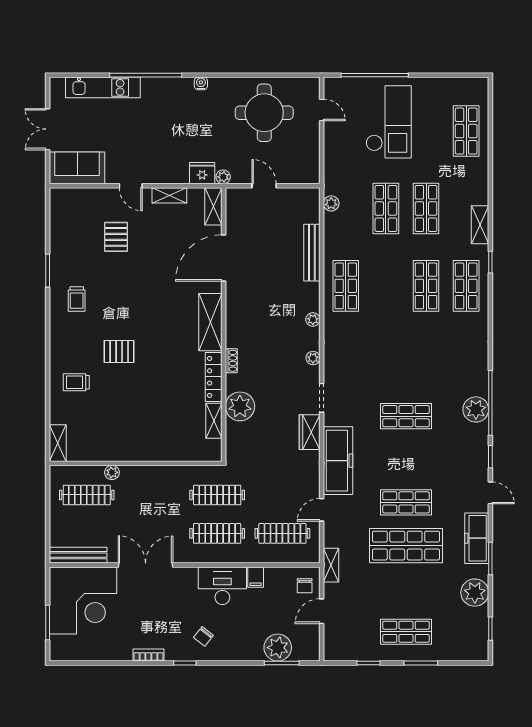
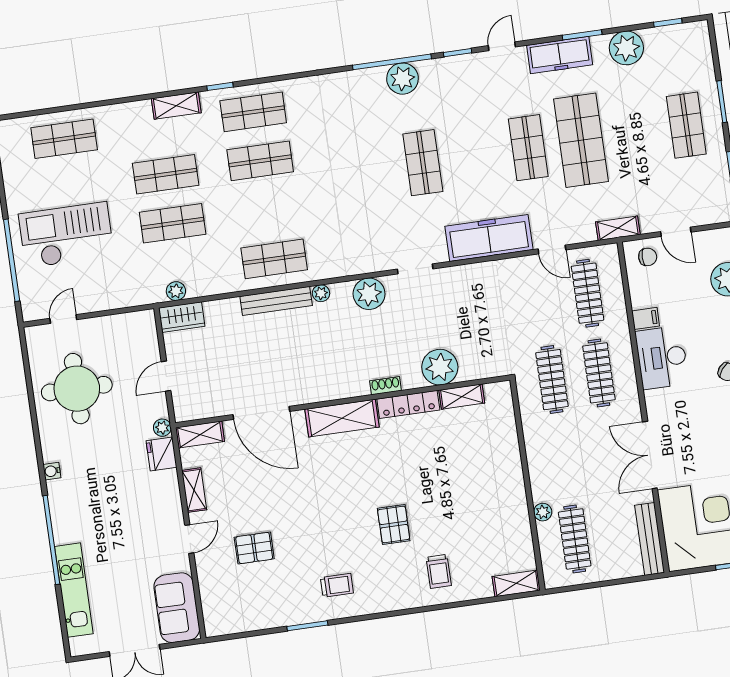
bench: (312, 253) -> (276, 301), moved
plant: (313, 358) -> (369, 294), width x1.87, depth x1.87
wardrobe: (310, 432) -> (182, 317), moved

